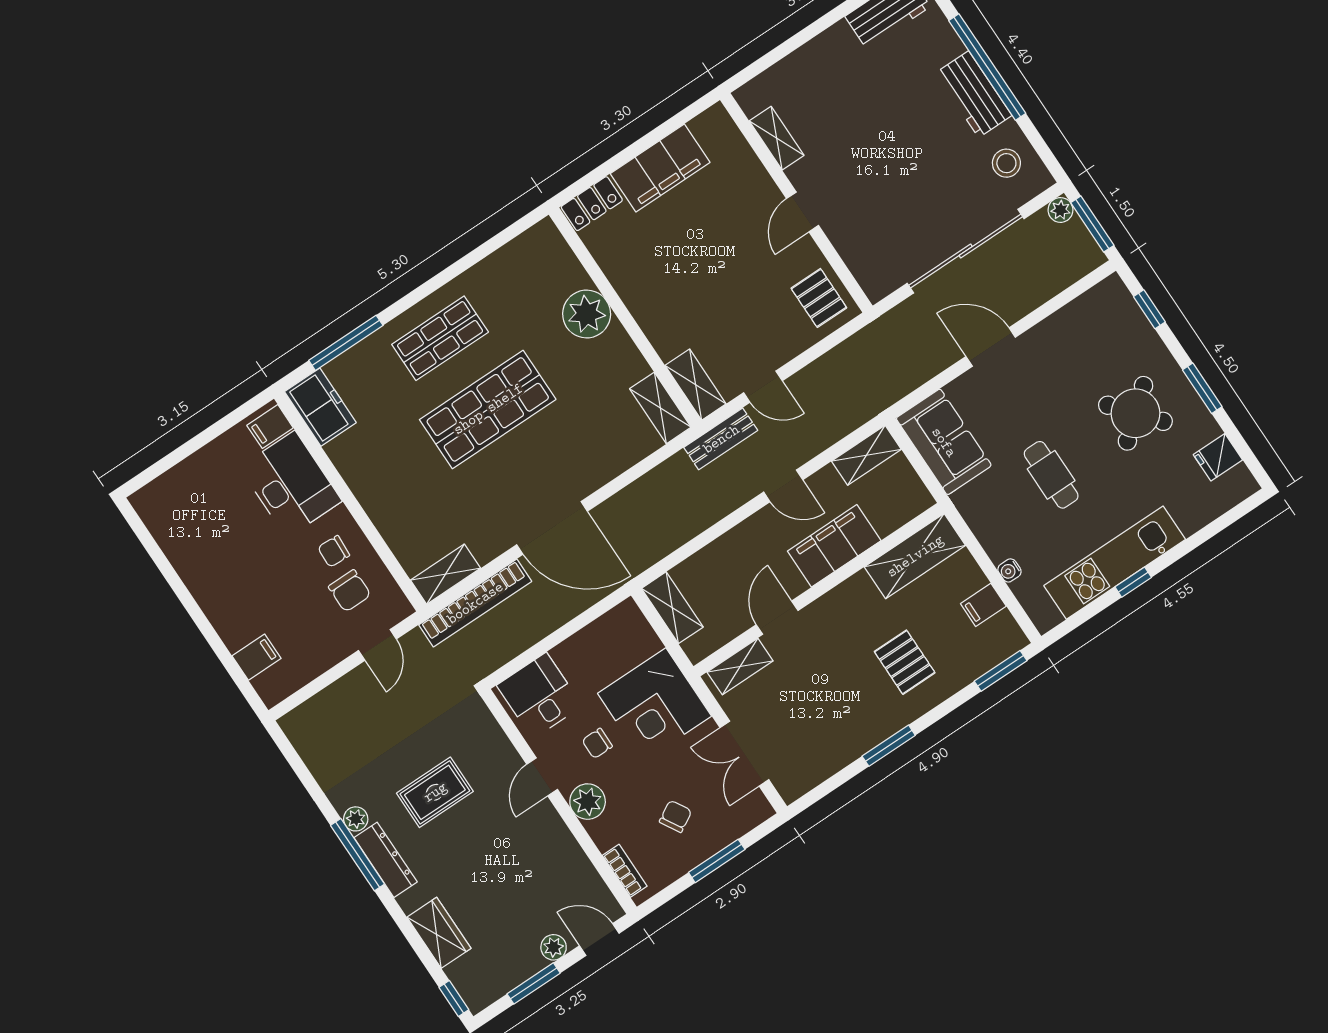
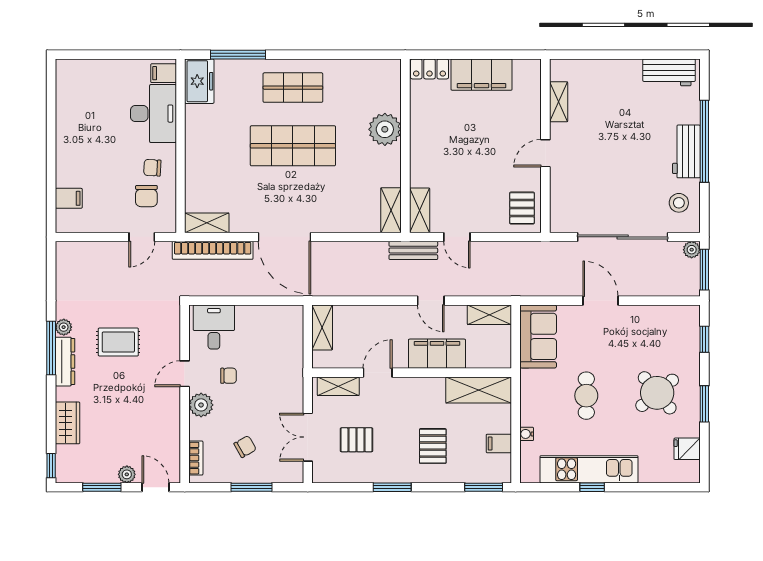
corner desk: (655, 705) -> (275, 376), removed
pallet: (806, 717) -> (356, 440), added
chair: (597, 743) -> (228, 376), turned 180

